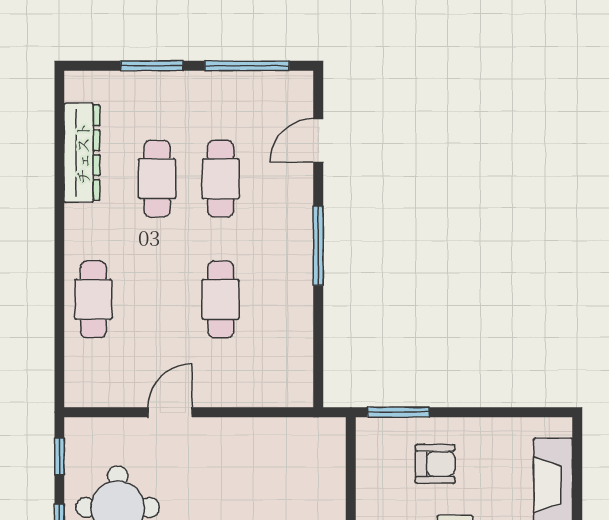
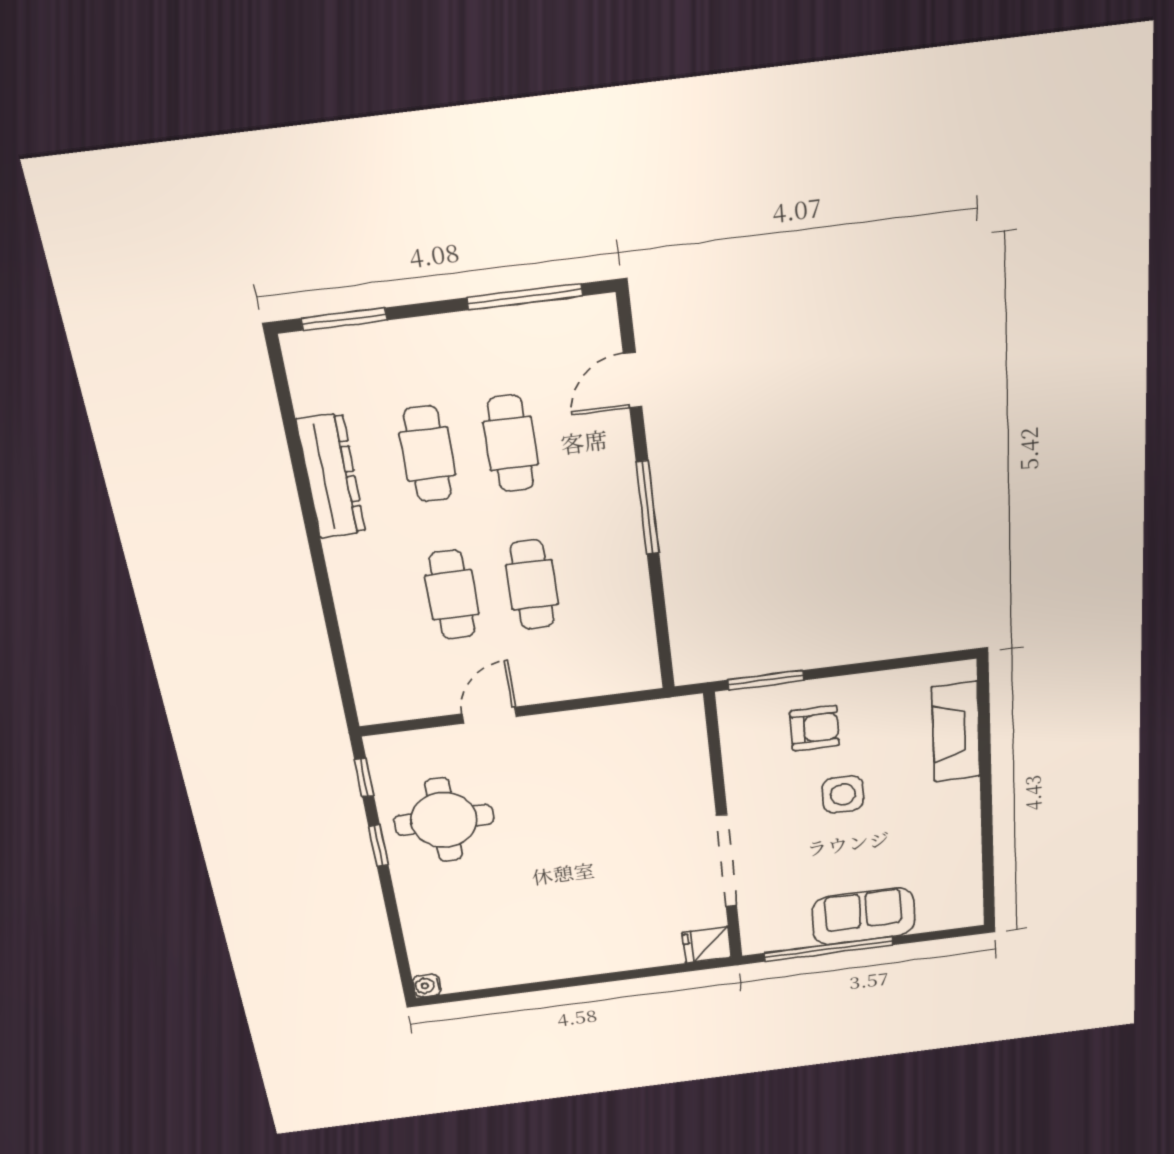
window: (152, 66) -> (344, 319), moved
dresser: (82, 153) -> (331, 476), moved
cafe table: (93, 299) -> (452, 595), moved

